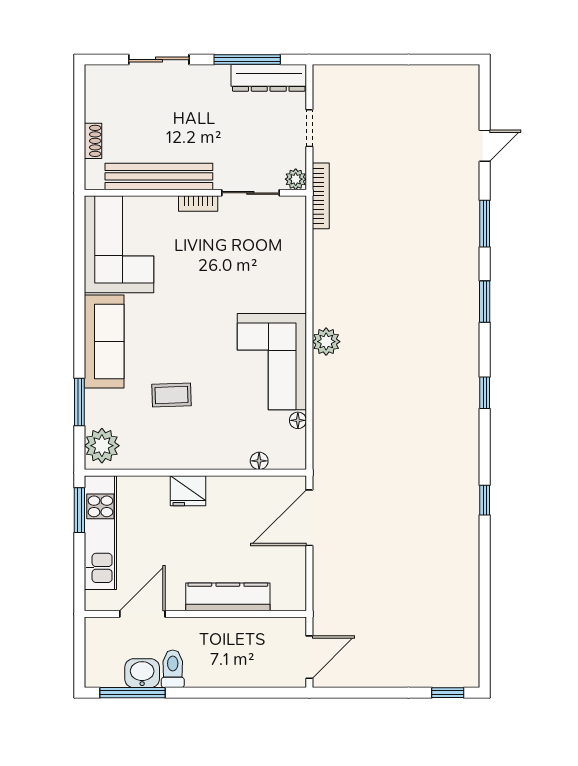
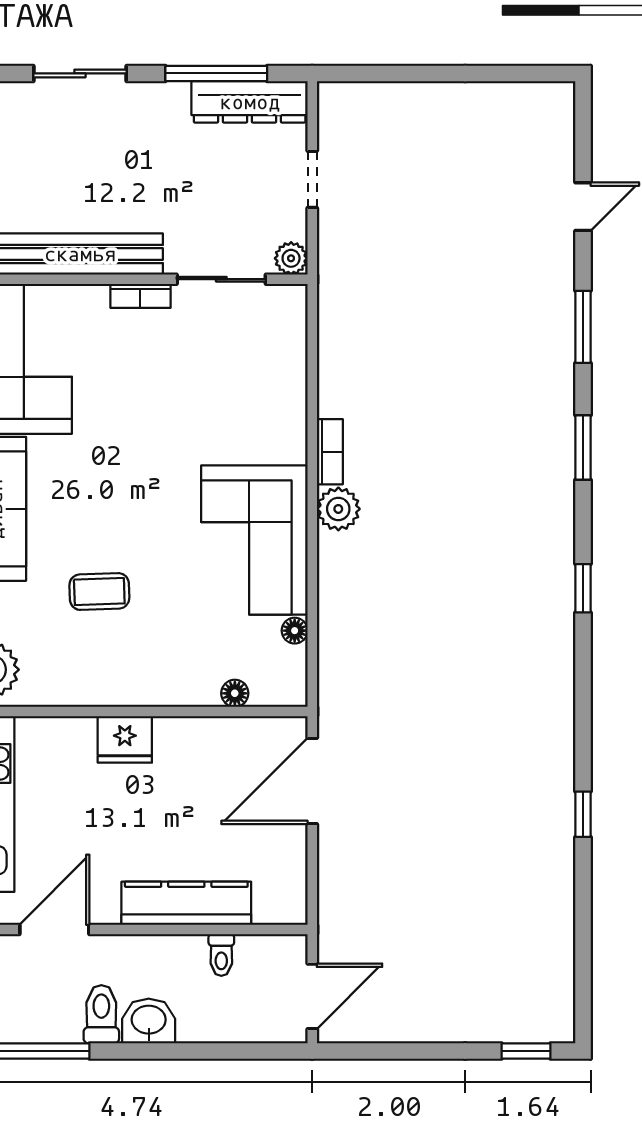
bookcase: (321, 196) -> (330, 452), moved, width x0.64
window: (485, 500) -> (583, 814), moved
toilet: (250, 630) -> (221, 955), added
washbasin: (142, 673) -> (149, 1021), moved

